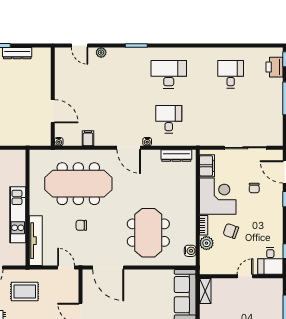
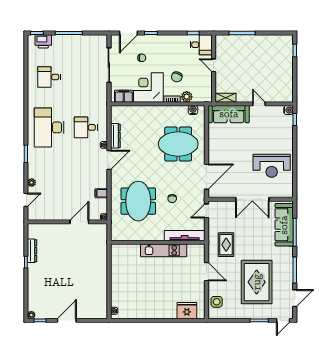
desk: (169, 74) -> (49, 127), width x1.36, depth x1.30
dresser: (176, 156) -> (115, 136), moved
meeting table: (78, 184) -> (138, 201), width x0.73

